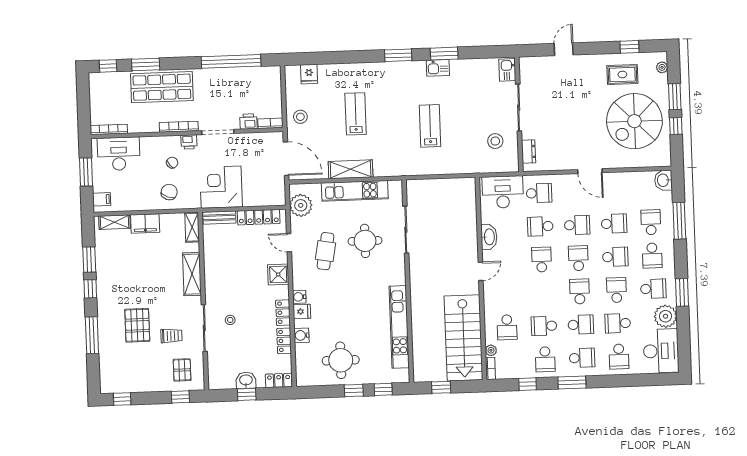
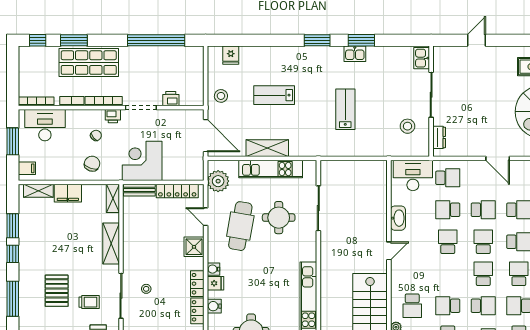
lab bench: (356, 114) -> (274, 95), turned -90
bookcase: (270, 123) -> (72, 101), moved
cafe table: (326, 251) -> (240, 226), width x1.37, depth x1.35

